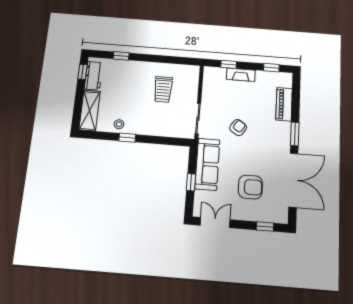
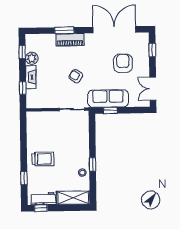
plant: (263, 78) -> (32, 58), added
trolley: (163, 89) -> (43, 159), moved
piano: (284, 104) -> (70, 40), moved
window: (295, 134) -> (64, 30), moved
window: (191, 182) -> (110, 110), moved

